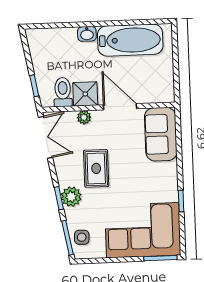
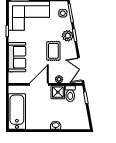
bathtub: (130, 40) -> (17, 111), moved, turned 90
door: (120, 107) -> (39, 84), swing flipped
sofa: (161, 134) -> (17, 57), moved

